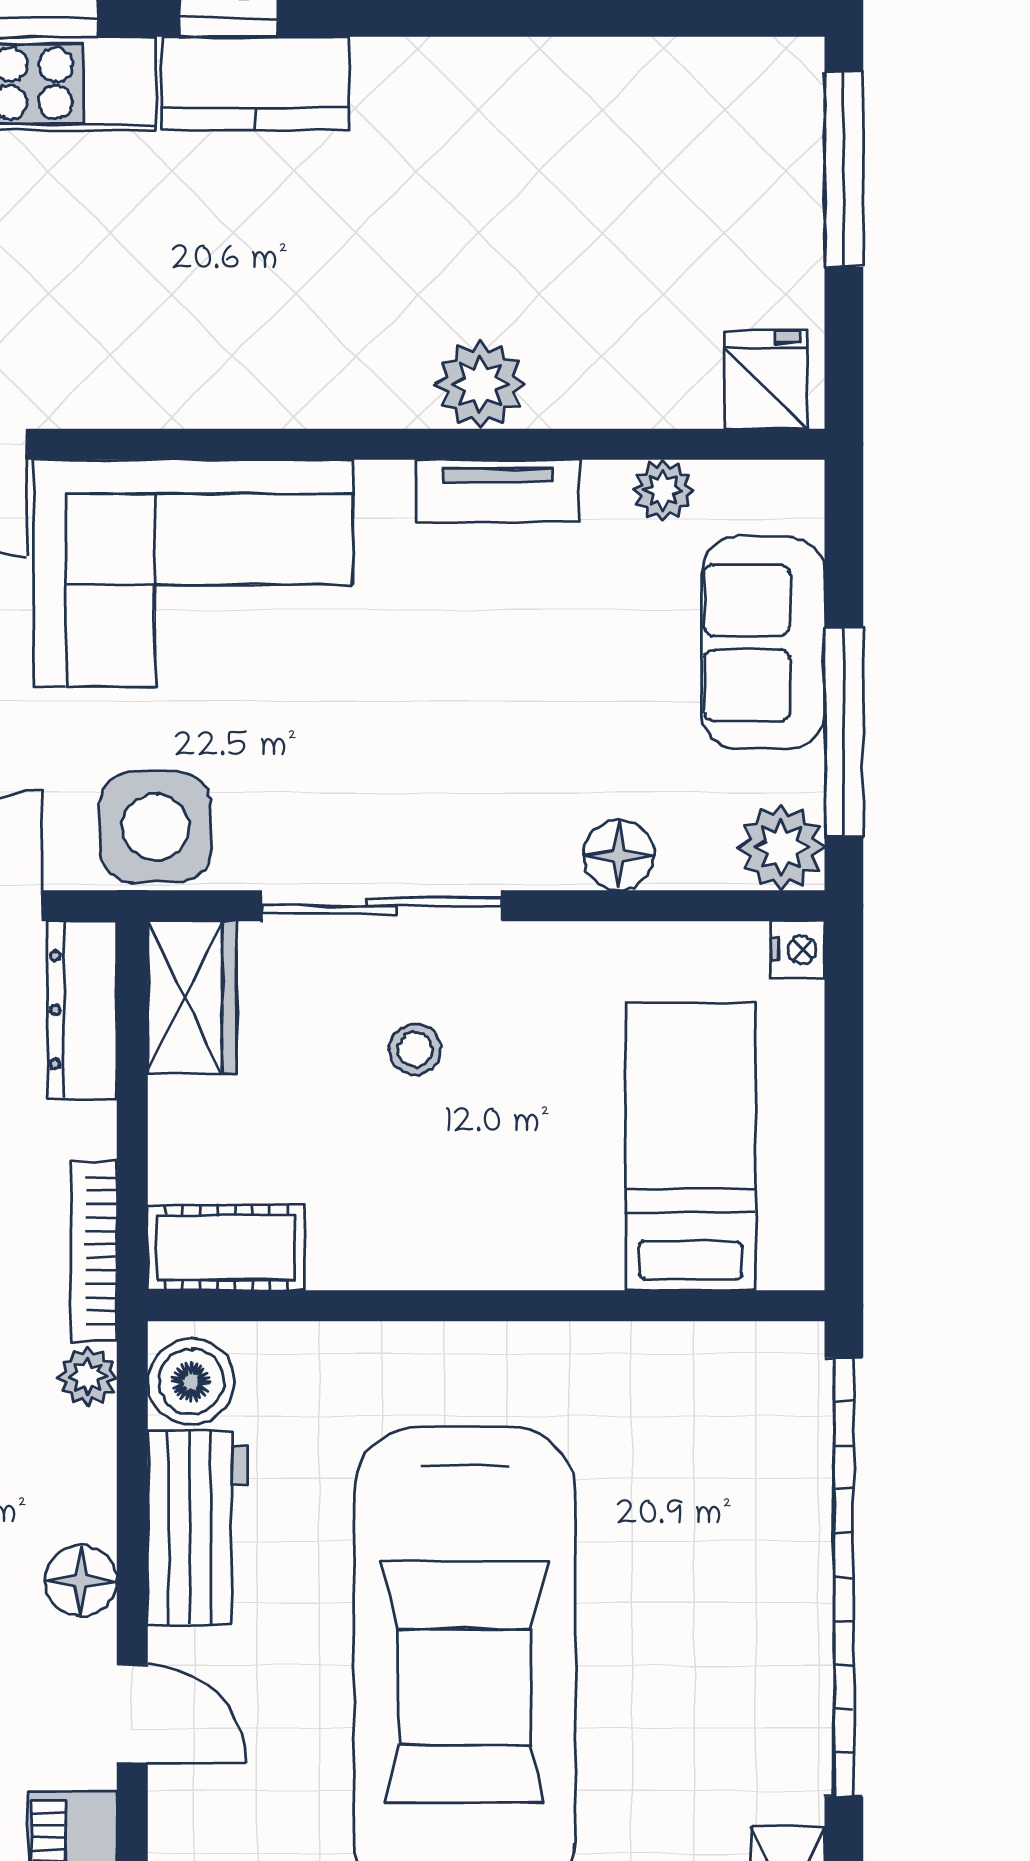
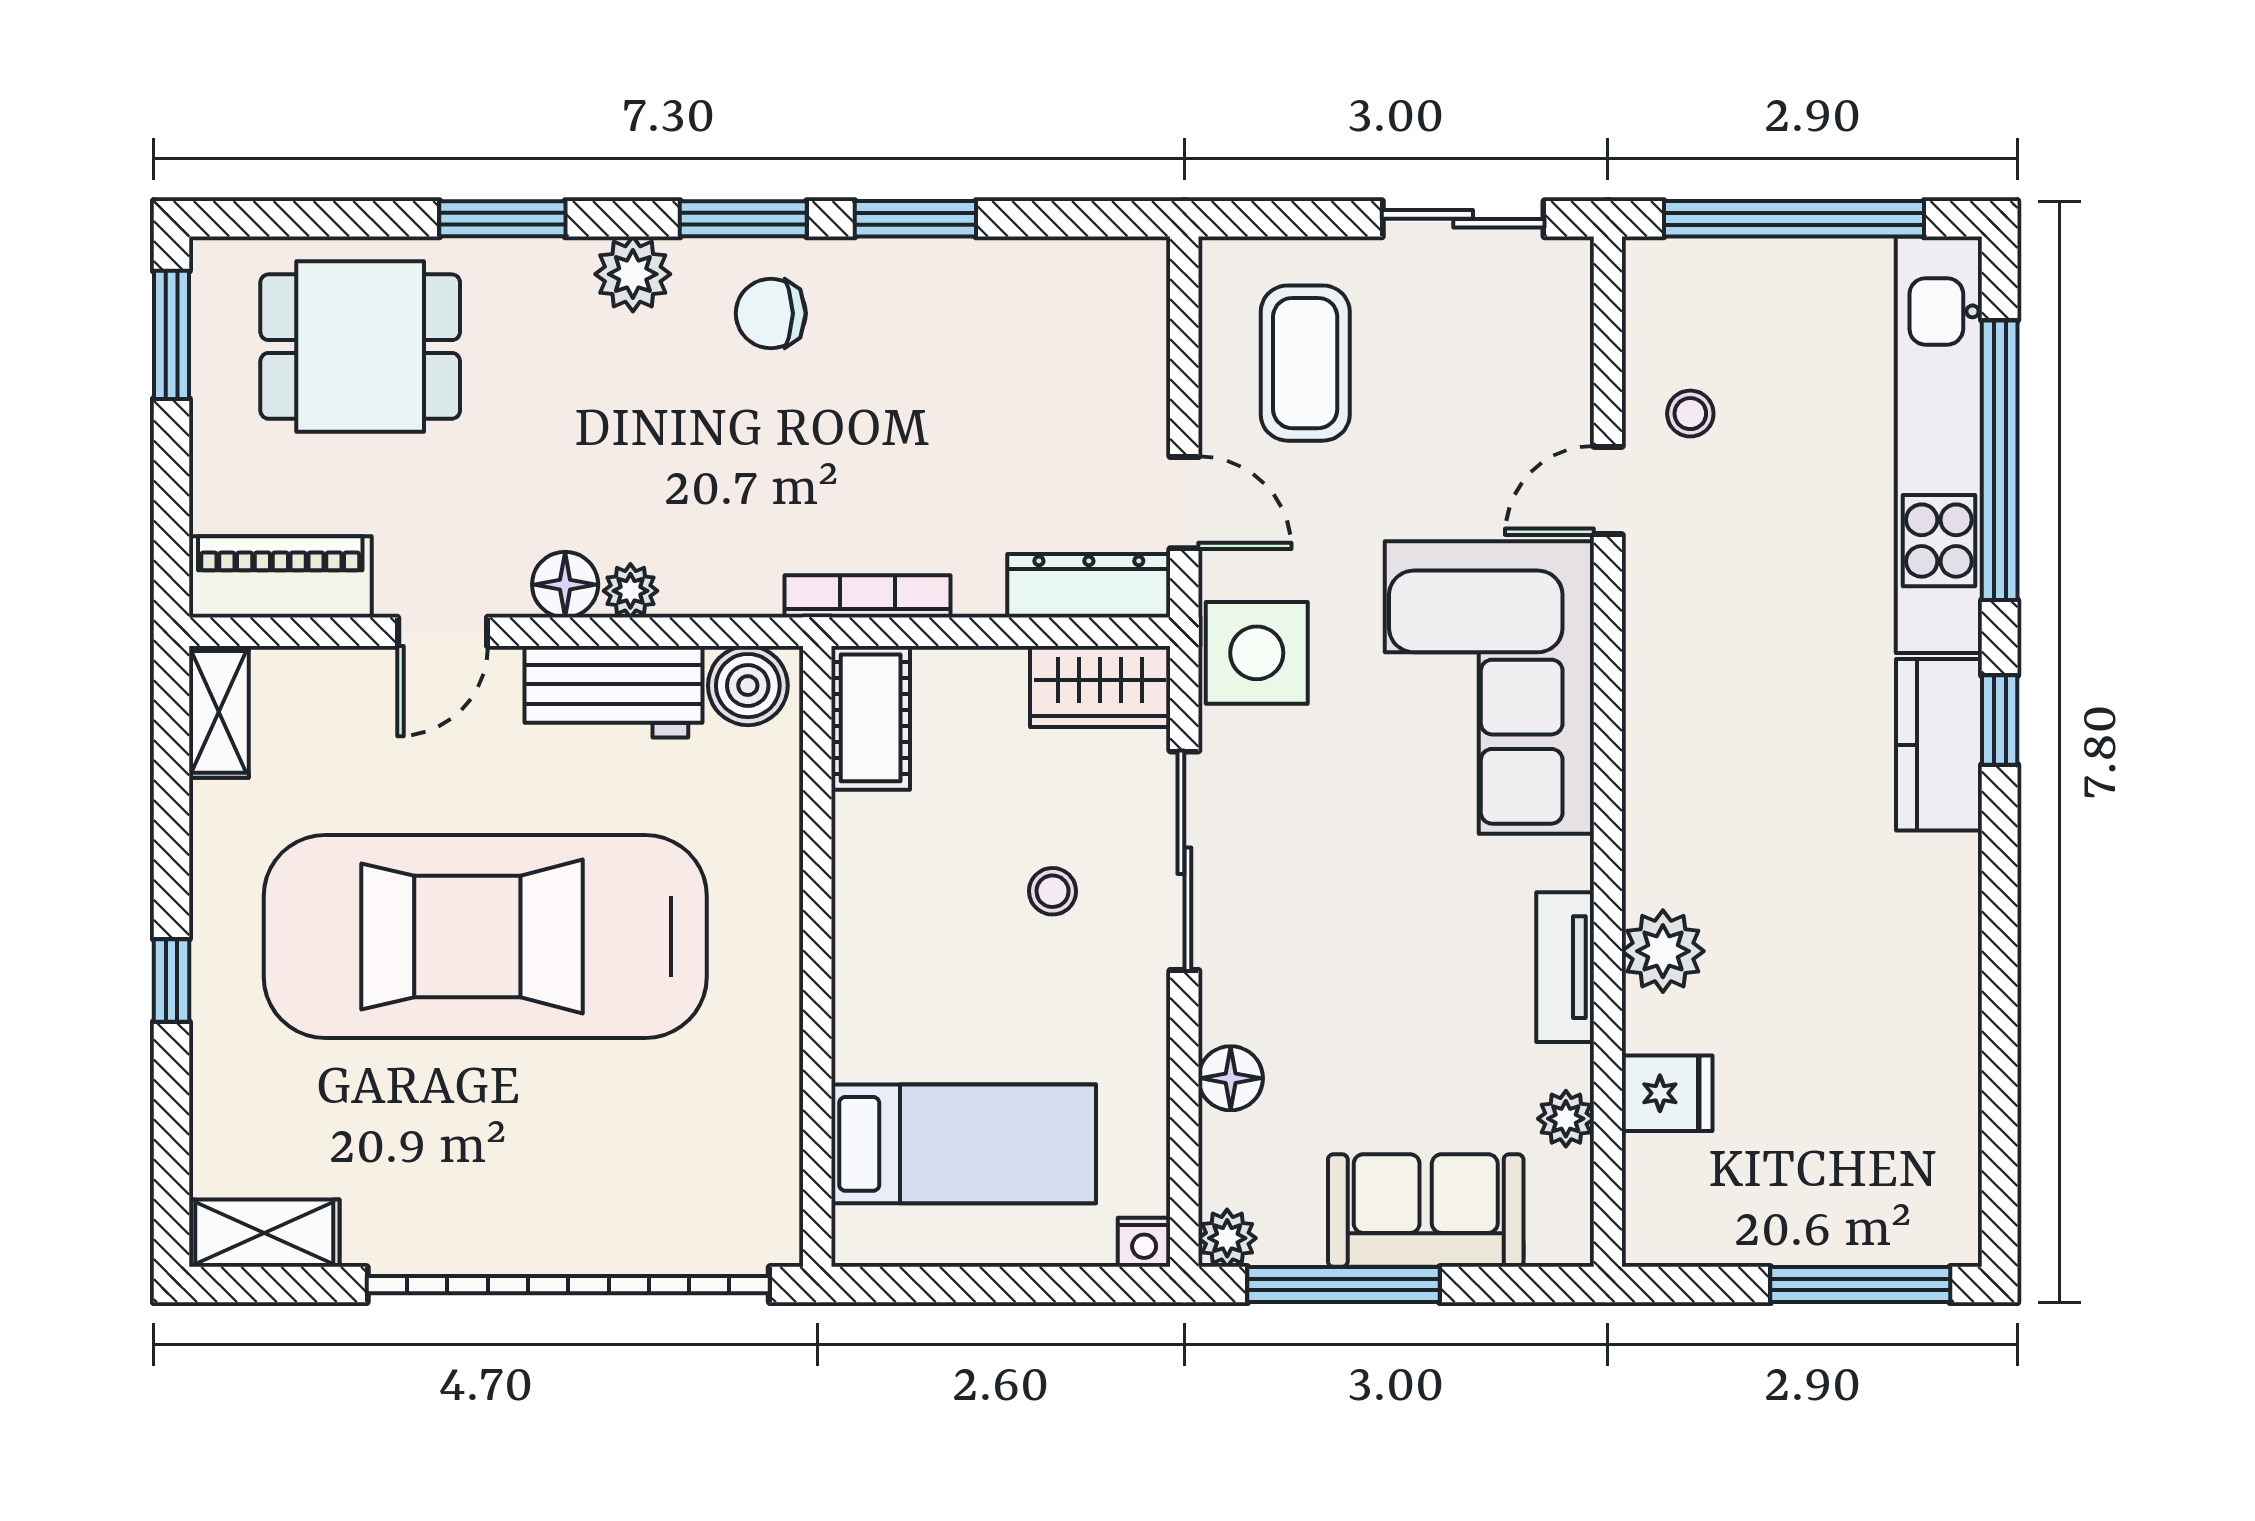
fridge: (766, 380) -> (1667, 1093), moved
plant: (782, 847) -> (1227, 1238), width x0.73, depth x0.73
plant: (88, 1377) -> (630, 591), moved

